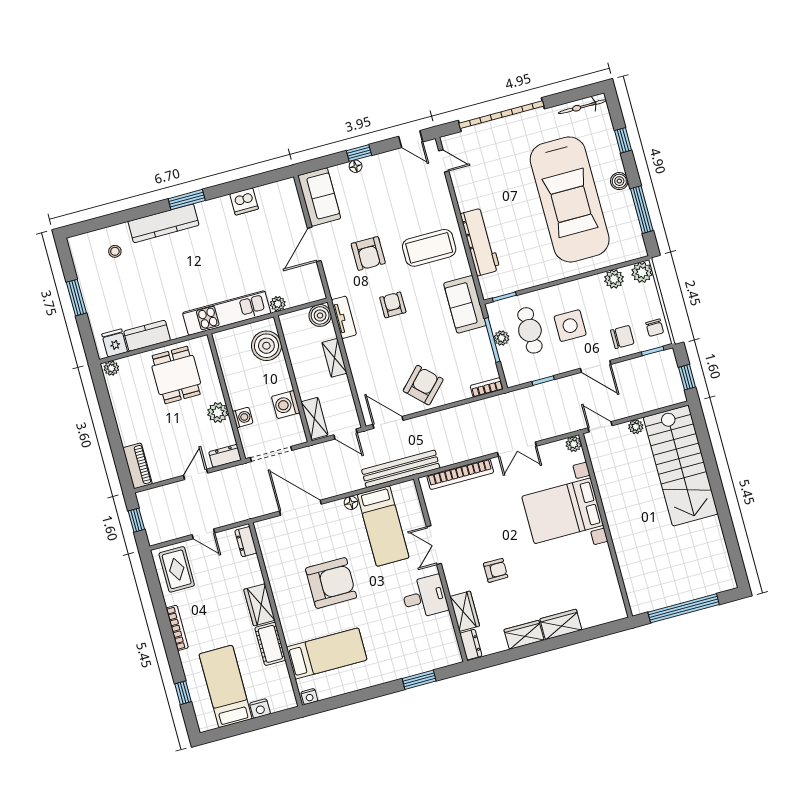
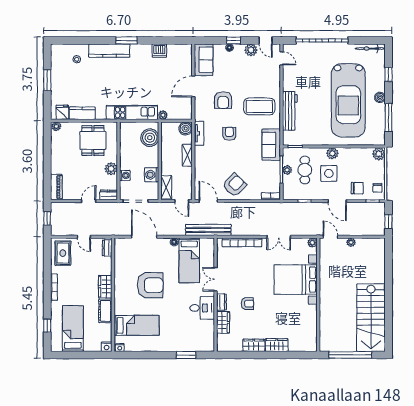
plant: (391, 161) -> (251, 50), added
plant: (614, 279) -> (332, 153), moved
stairs: (681, 466) -> (371, 318), moved
dresser: (471, 645) -> (221, 302), moved
nightstand: (260, 709) -> (107, 347), moved

